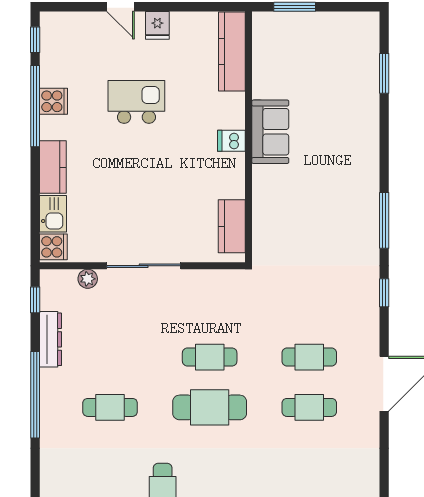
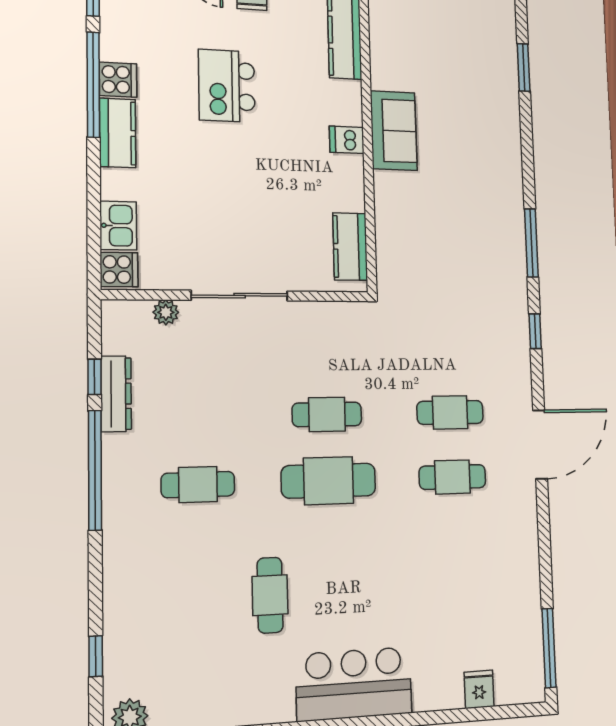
kitchen island: (136, 102) -> (227, 86), turned -90
kitchen counter: (53, 167) -> (118, 133), moved
window: (35, 300) -> (95, 377), moved

